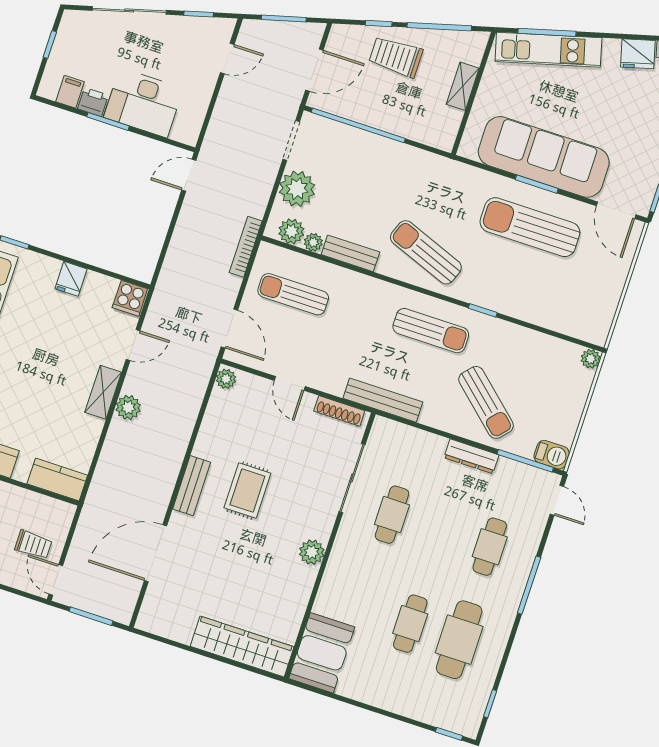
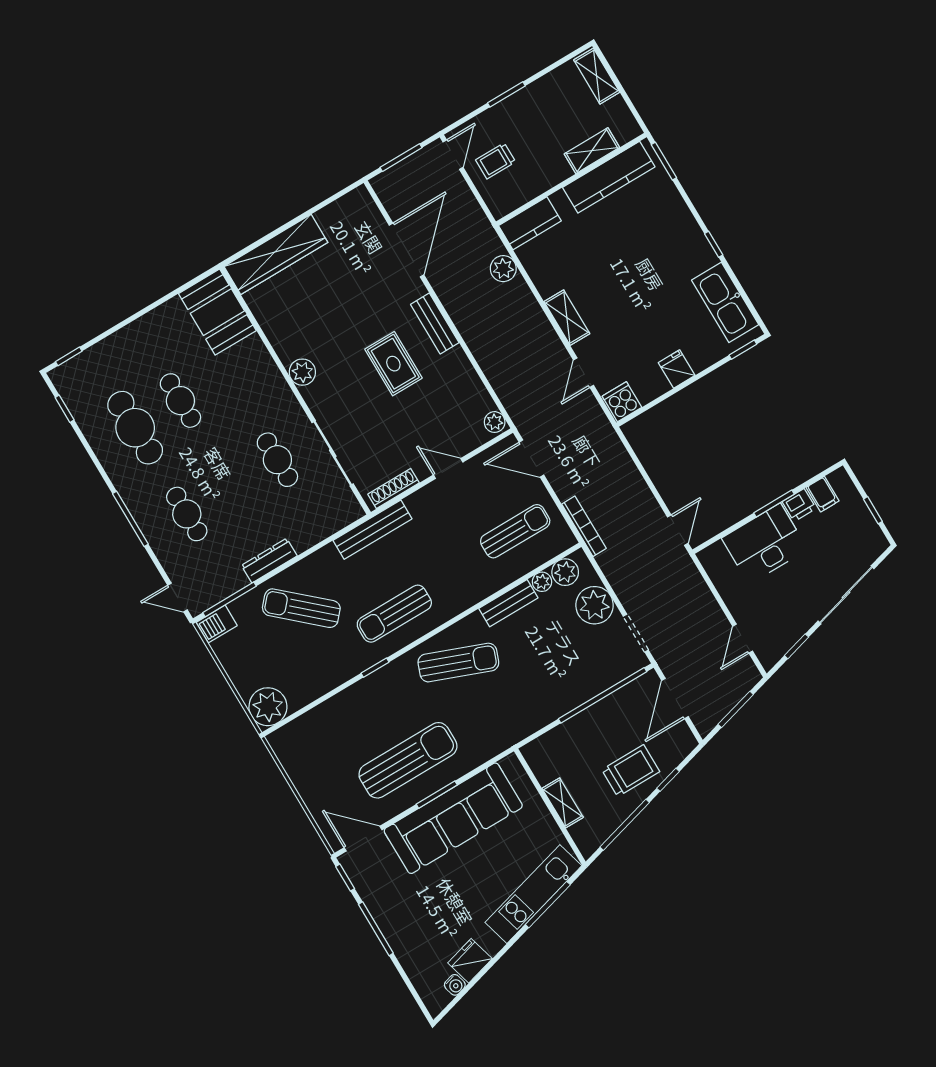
plant: (591, 359) -> (268, 707), width x1.87, depth x1.87
plant: (128, 407) -> (503, 269), moved
door: (56, 580) -> (453, 155), hinge flipped

